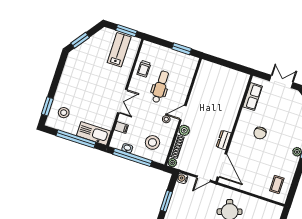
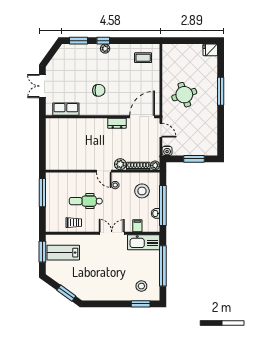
window: (182, 49) -> (42, 193), width x1.44
kitchen sink: (94, 133) -> (144, 242), moved, turned -90

